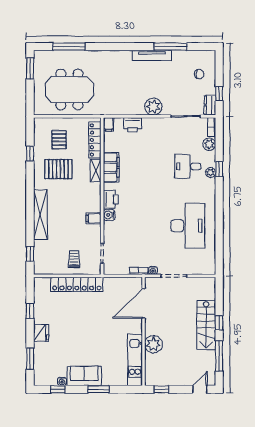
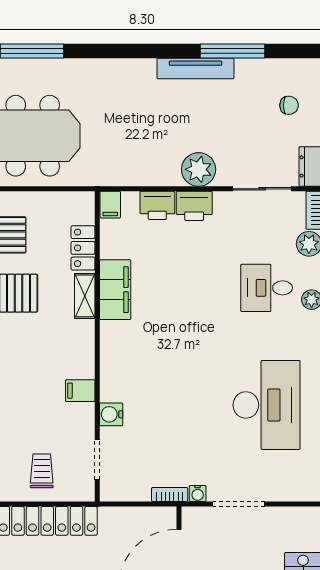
locker: (95, 140) -> (83, 248), width x0.66
printer: (111, 199) -> (194, 206), moved, turned 90
water cooler: (109, 215) -> (111, 414), moved

